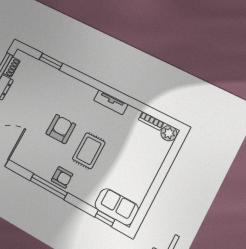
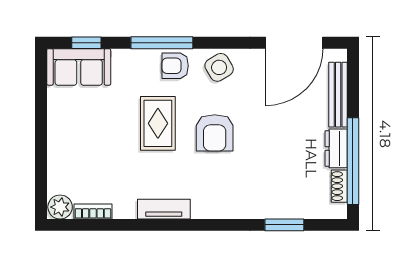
side table: (39, 163) -> (219, 67), added
window: (49, 187) -> (162, 43), moved

